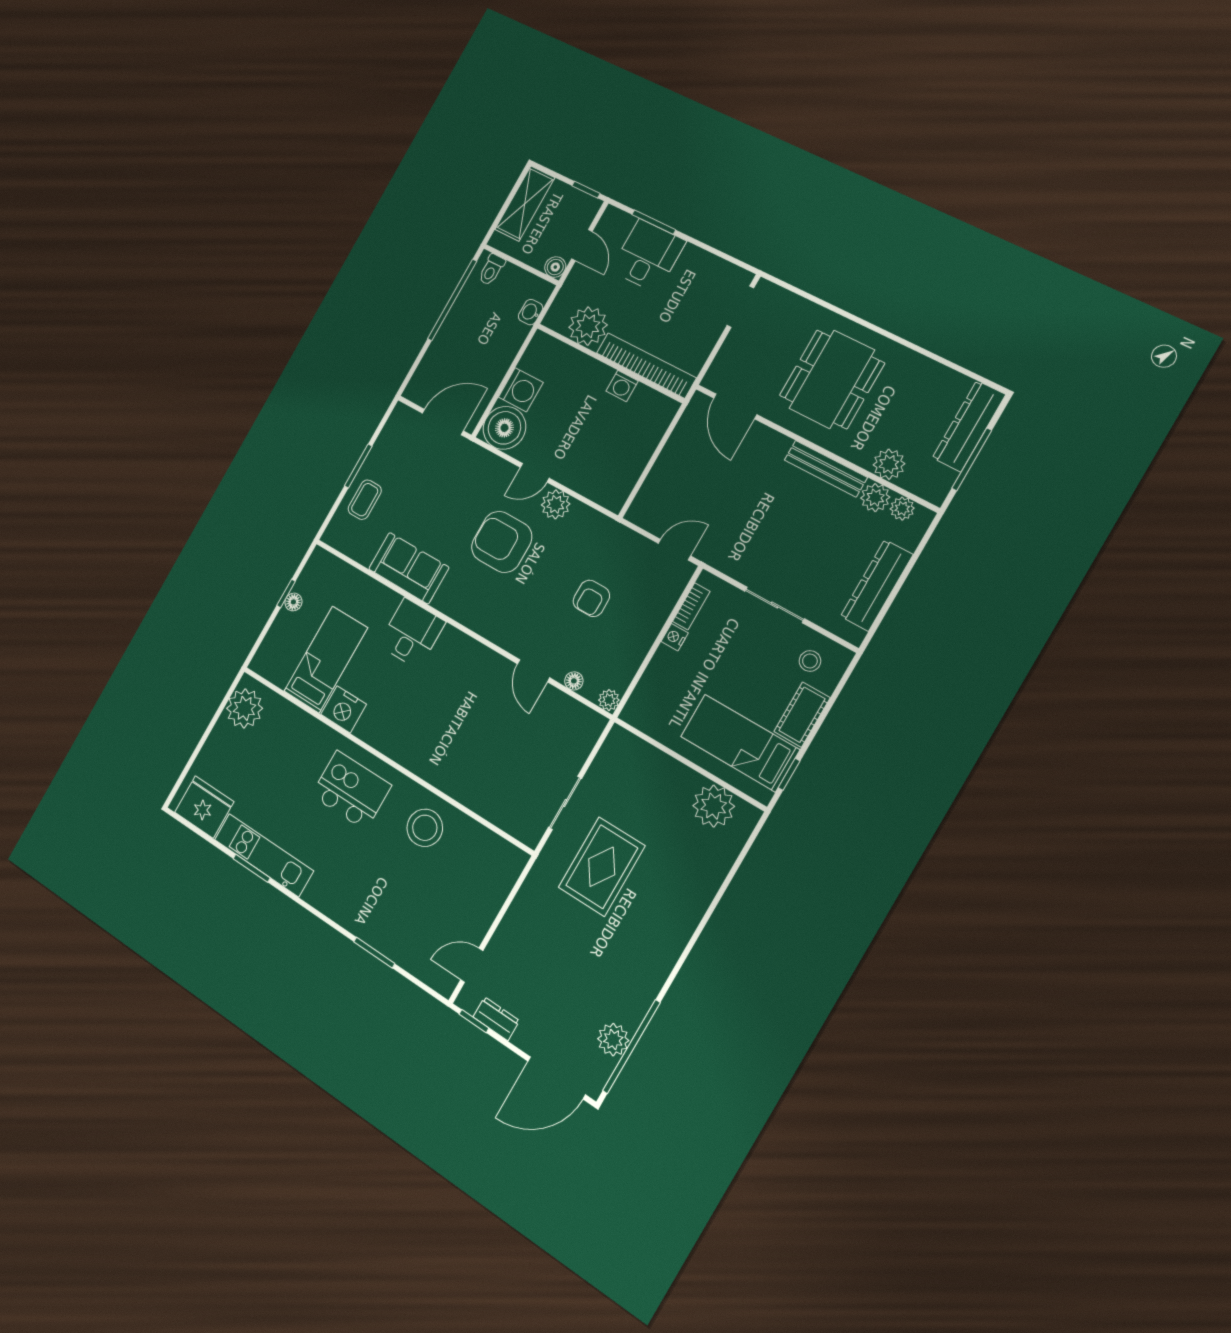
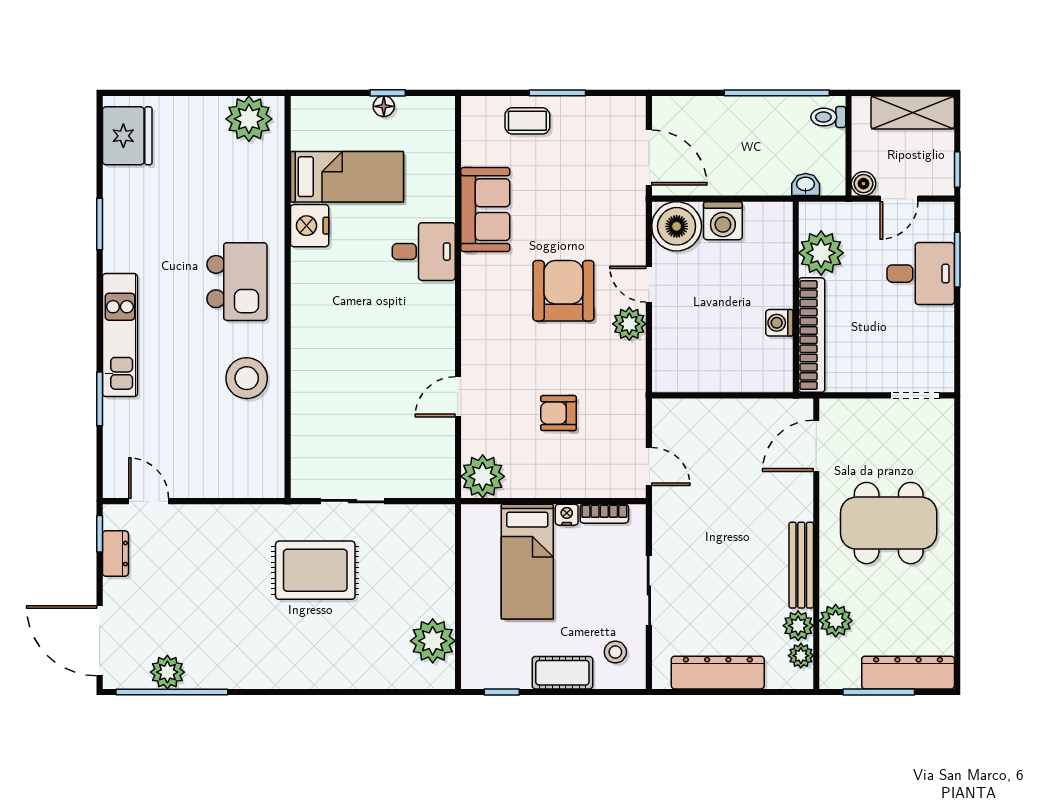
floor lamp: (574, 681) -> (471, 442), removed
plant: (609, 700) -> (483, 476), width x1.87, depth x1.87
bed: (740, 743) -> (527, 562), moved, turned 180
kitchen unit: (264, 855) -> (120, 335), moved

